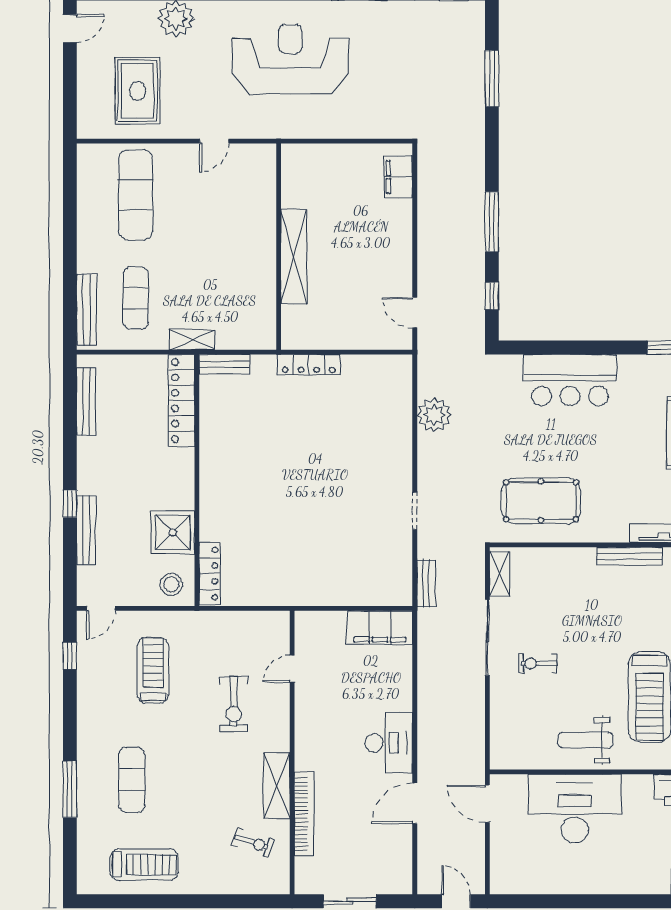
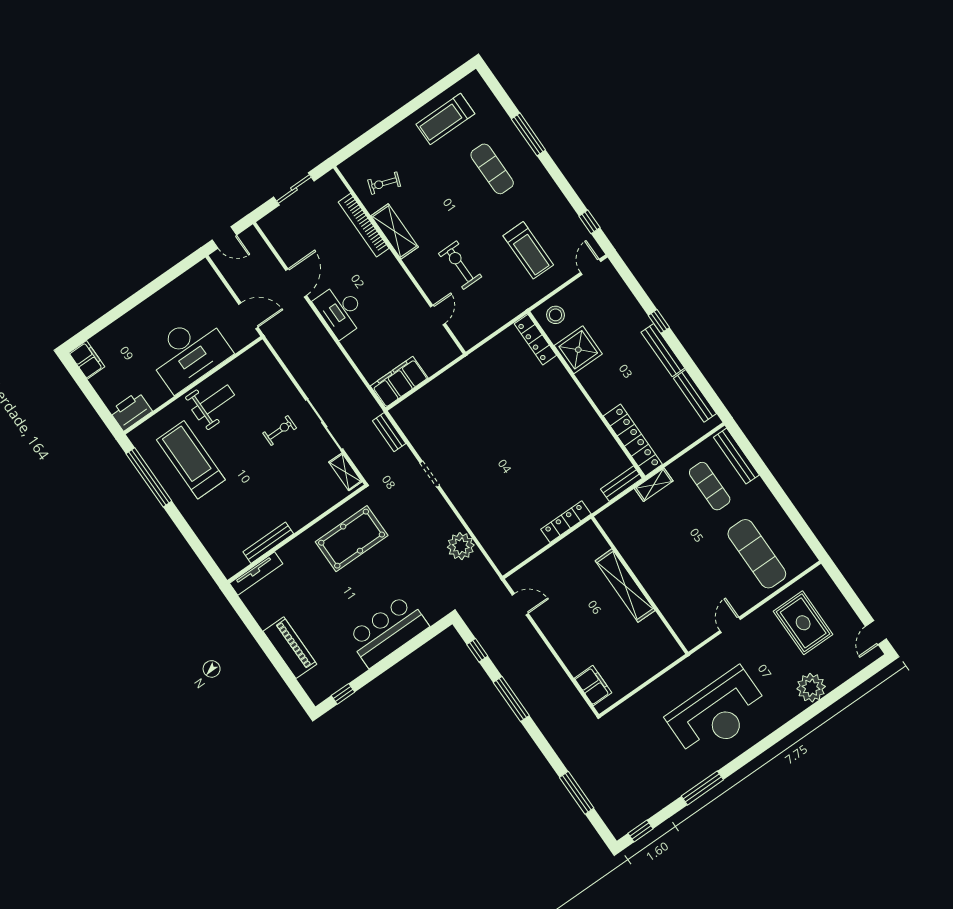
bench: (86, 530) -> (663, 350), moved

